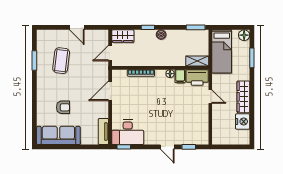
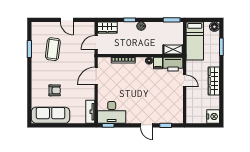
nightstand: (243, 121) -> (213, 116), moved

